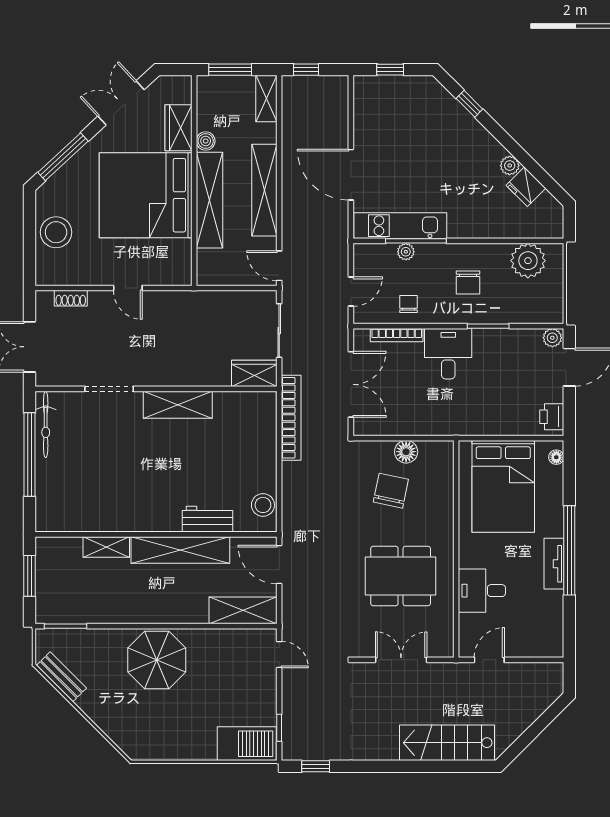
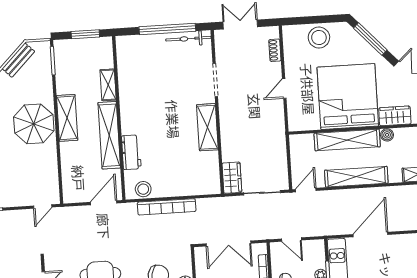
bookcase: (291, 418) -> (167, 207), moved
shelving: (243, 610) -> (67, 118), moved

